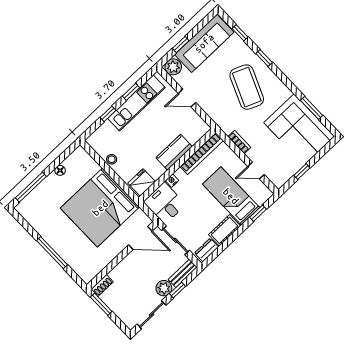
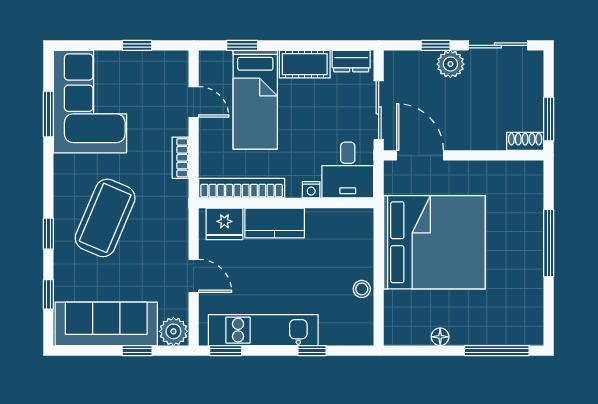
window: (131, 92) -> (226, 351), moved
fridge: (142, 182) -> (224, 224), moved
bench: (183, 273) -> (409, 60), removed

